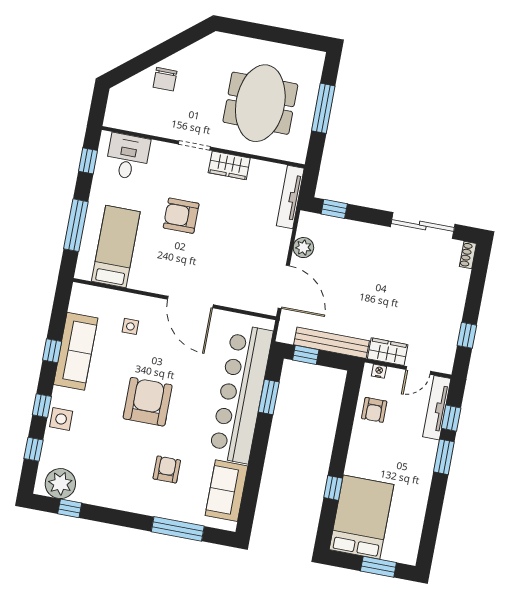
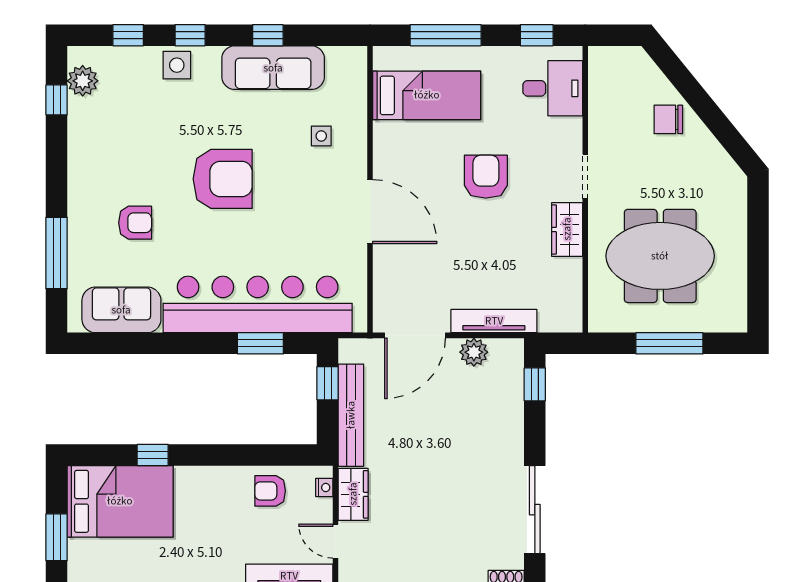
tv unit: (290, 197) -> (494, 321), moved
door: (190, 302) -> (370, 212), swing flipped
plant: (60, 484) -> (83, 81), width x0.73, depth x0.73

